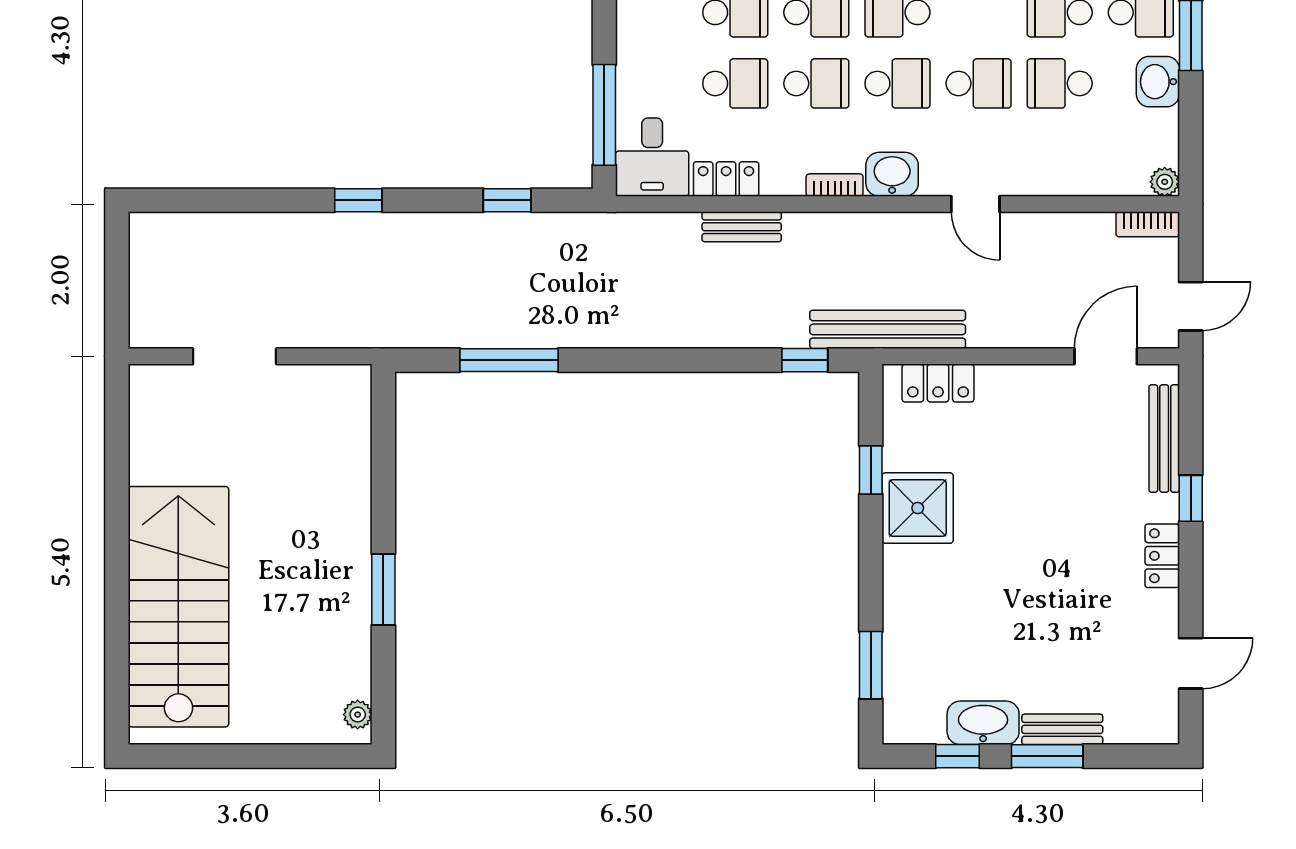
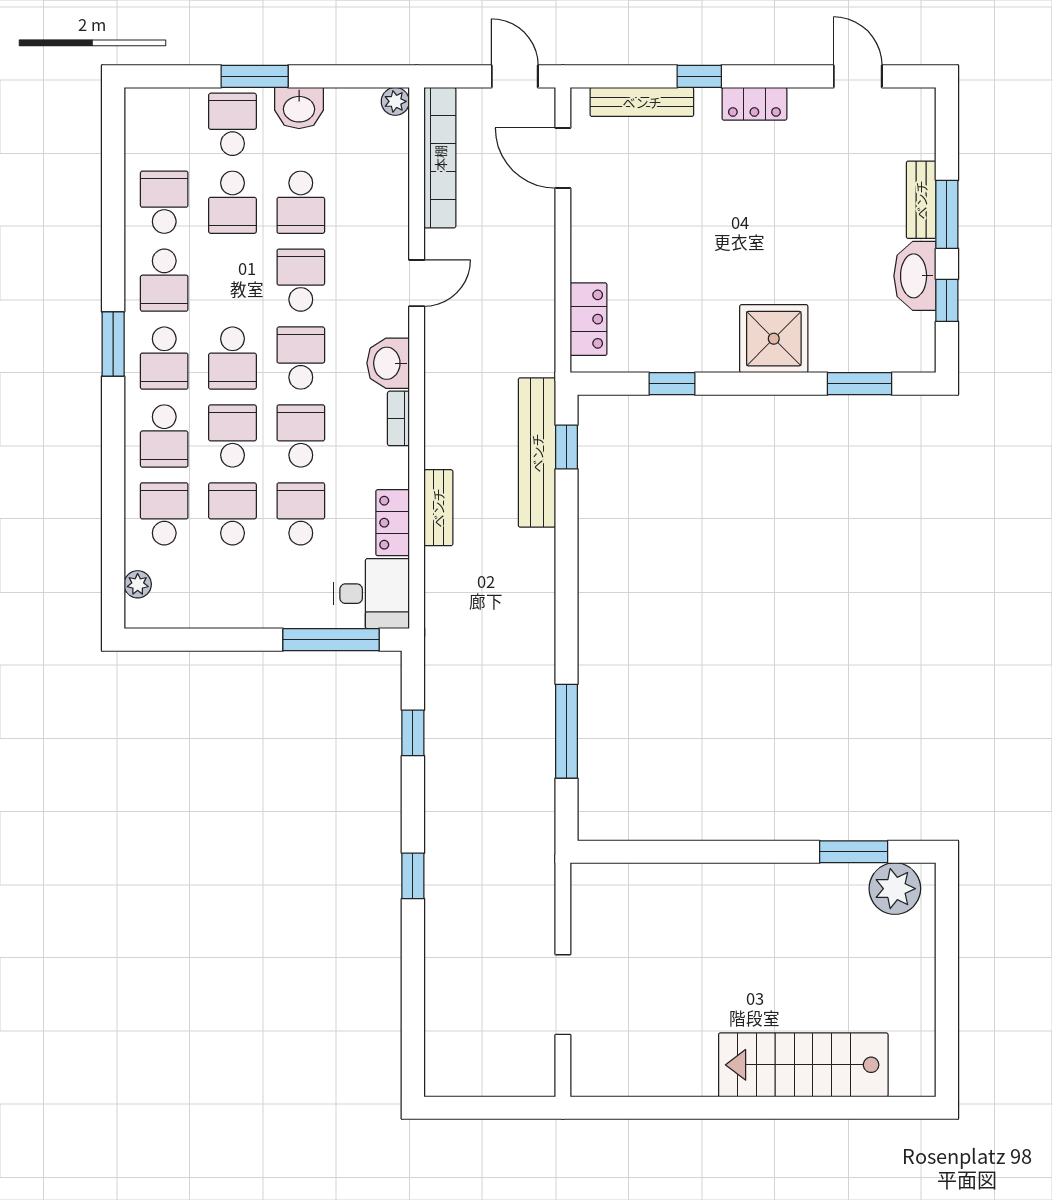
bookcase: (1148, 224) -> (440, 158), width x2.31, depth x1.31
bench: (888, 329) -> (537, 453), moved
shower: (918, 508) -> (774, 339), moved
window: (383, 590) -> (854, 852), moved
stairs: (178, 607) -> (803, 1065), width x0.73, depth x0.66
plant: (358, 715) -> (895, 889), width x1.88, depth x1.88

